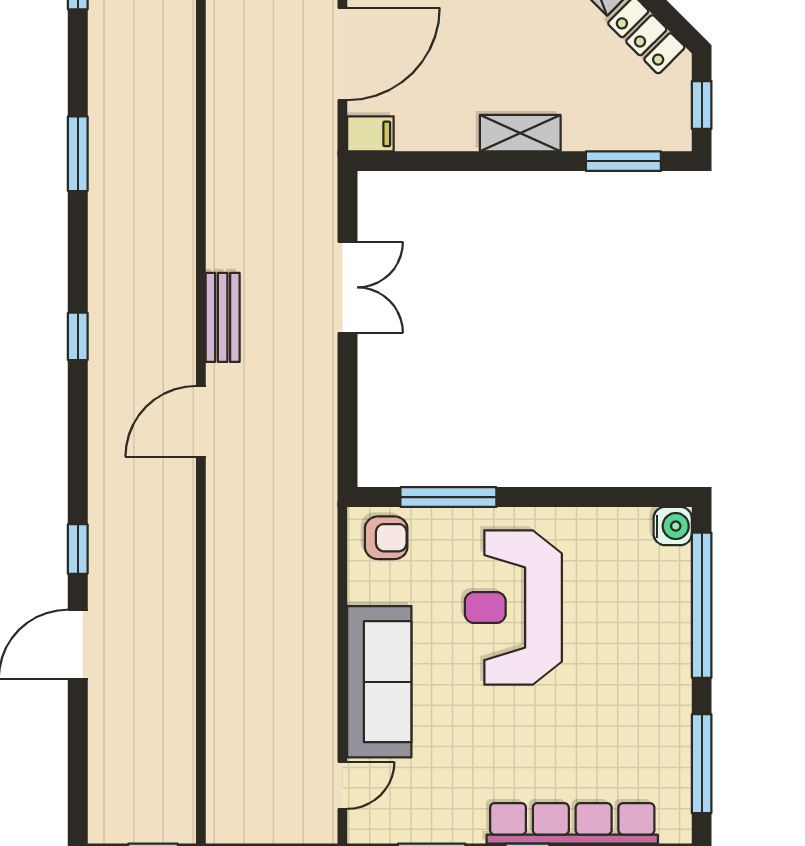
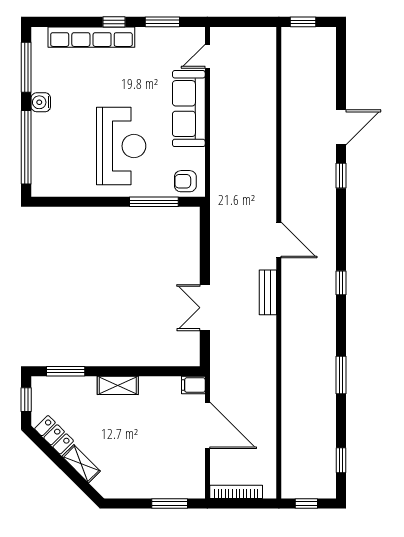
door: (342, 54) -> (207, 425), swing flipped
door: (201, 421) -> (279, 240), hinge flipped
water cooler: (673, 526) -> (41, 102), moved

